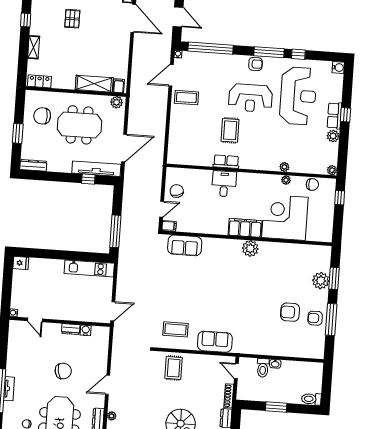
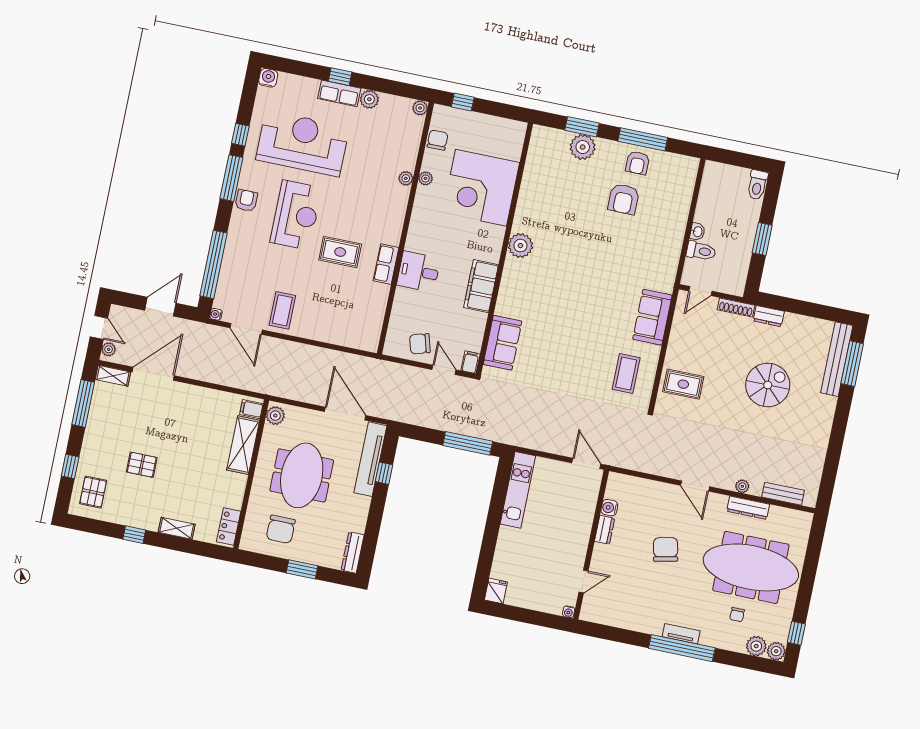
filing cabinet: (245, 228) -> (481, 286), moved

